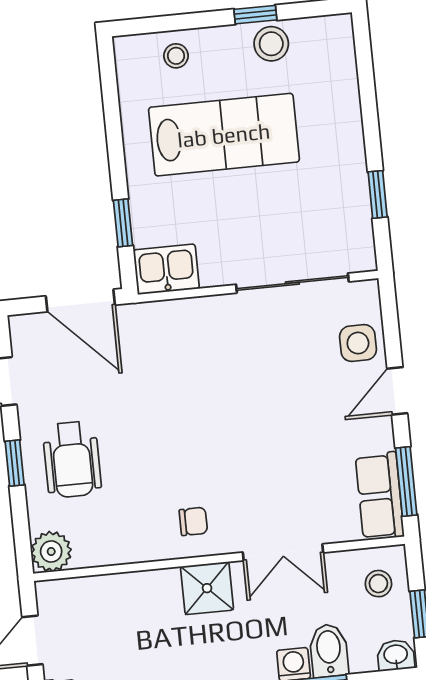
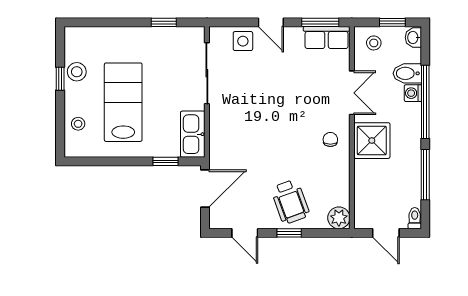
kitchen sink: (166, 269) -> (193, 134), width x1.38
wheelchair: (72, 459) -> (290, 202), turned 70
shower: (207, 588) -> (372, 141), width x1.36, depth x1.36

